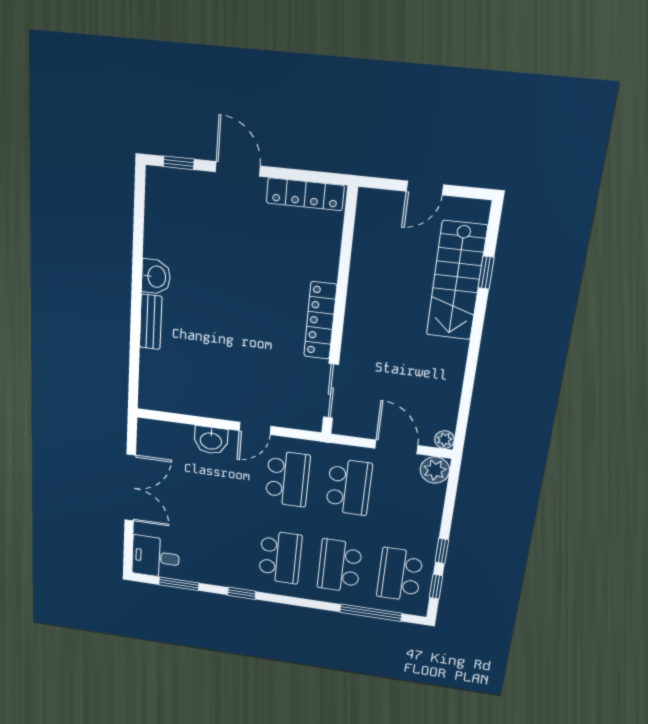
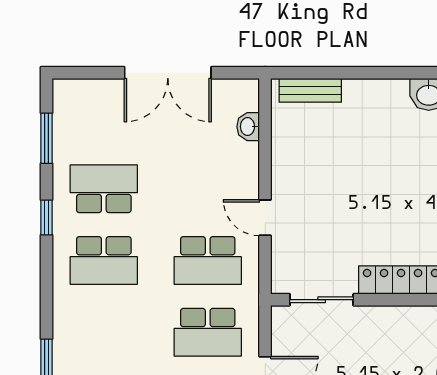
bench: (151, 322) -> (310, 90), moved
washbasin: (211, 440) -> (248, 127), moved, width x0.72, depth x0.69
desk: (156, 557) -> (79, 107), removed
school desk: (340, 566) -> (104, 189), moved

